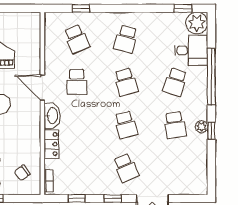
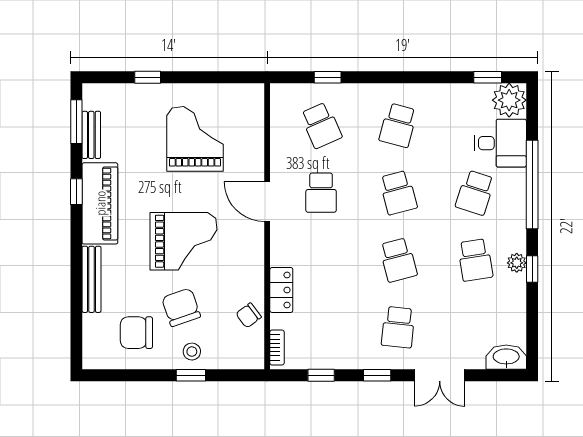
washbasin: (52, 116) -> (506, 357), moved, turned -90
school desk: (126, 168) -> (398, 327), turned 30
chair: (22, 173) -> (249, 315), moved

